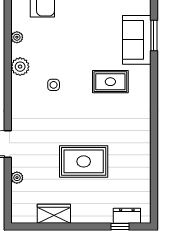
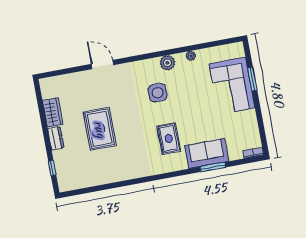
side table: (54, 85) -> (158, 93), width x1.87, depth x1.87
plant: (17, 178) -> (77, 77), removed
dresser: (127, 216) -> (56, 138), moved

